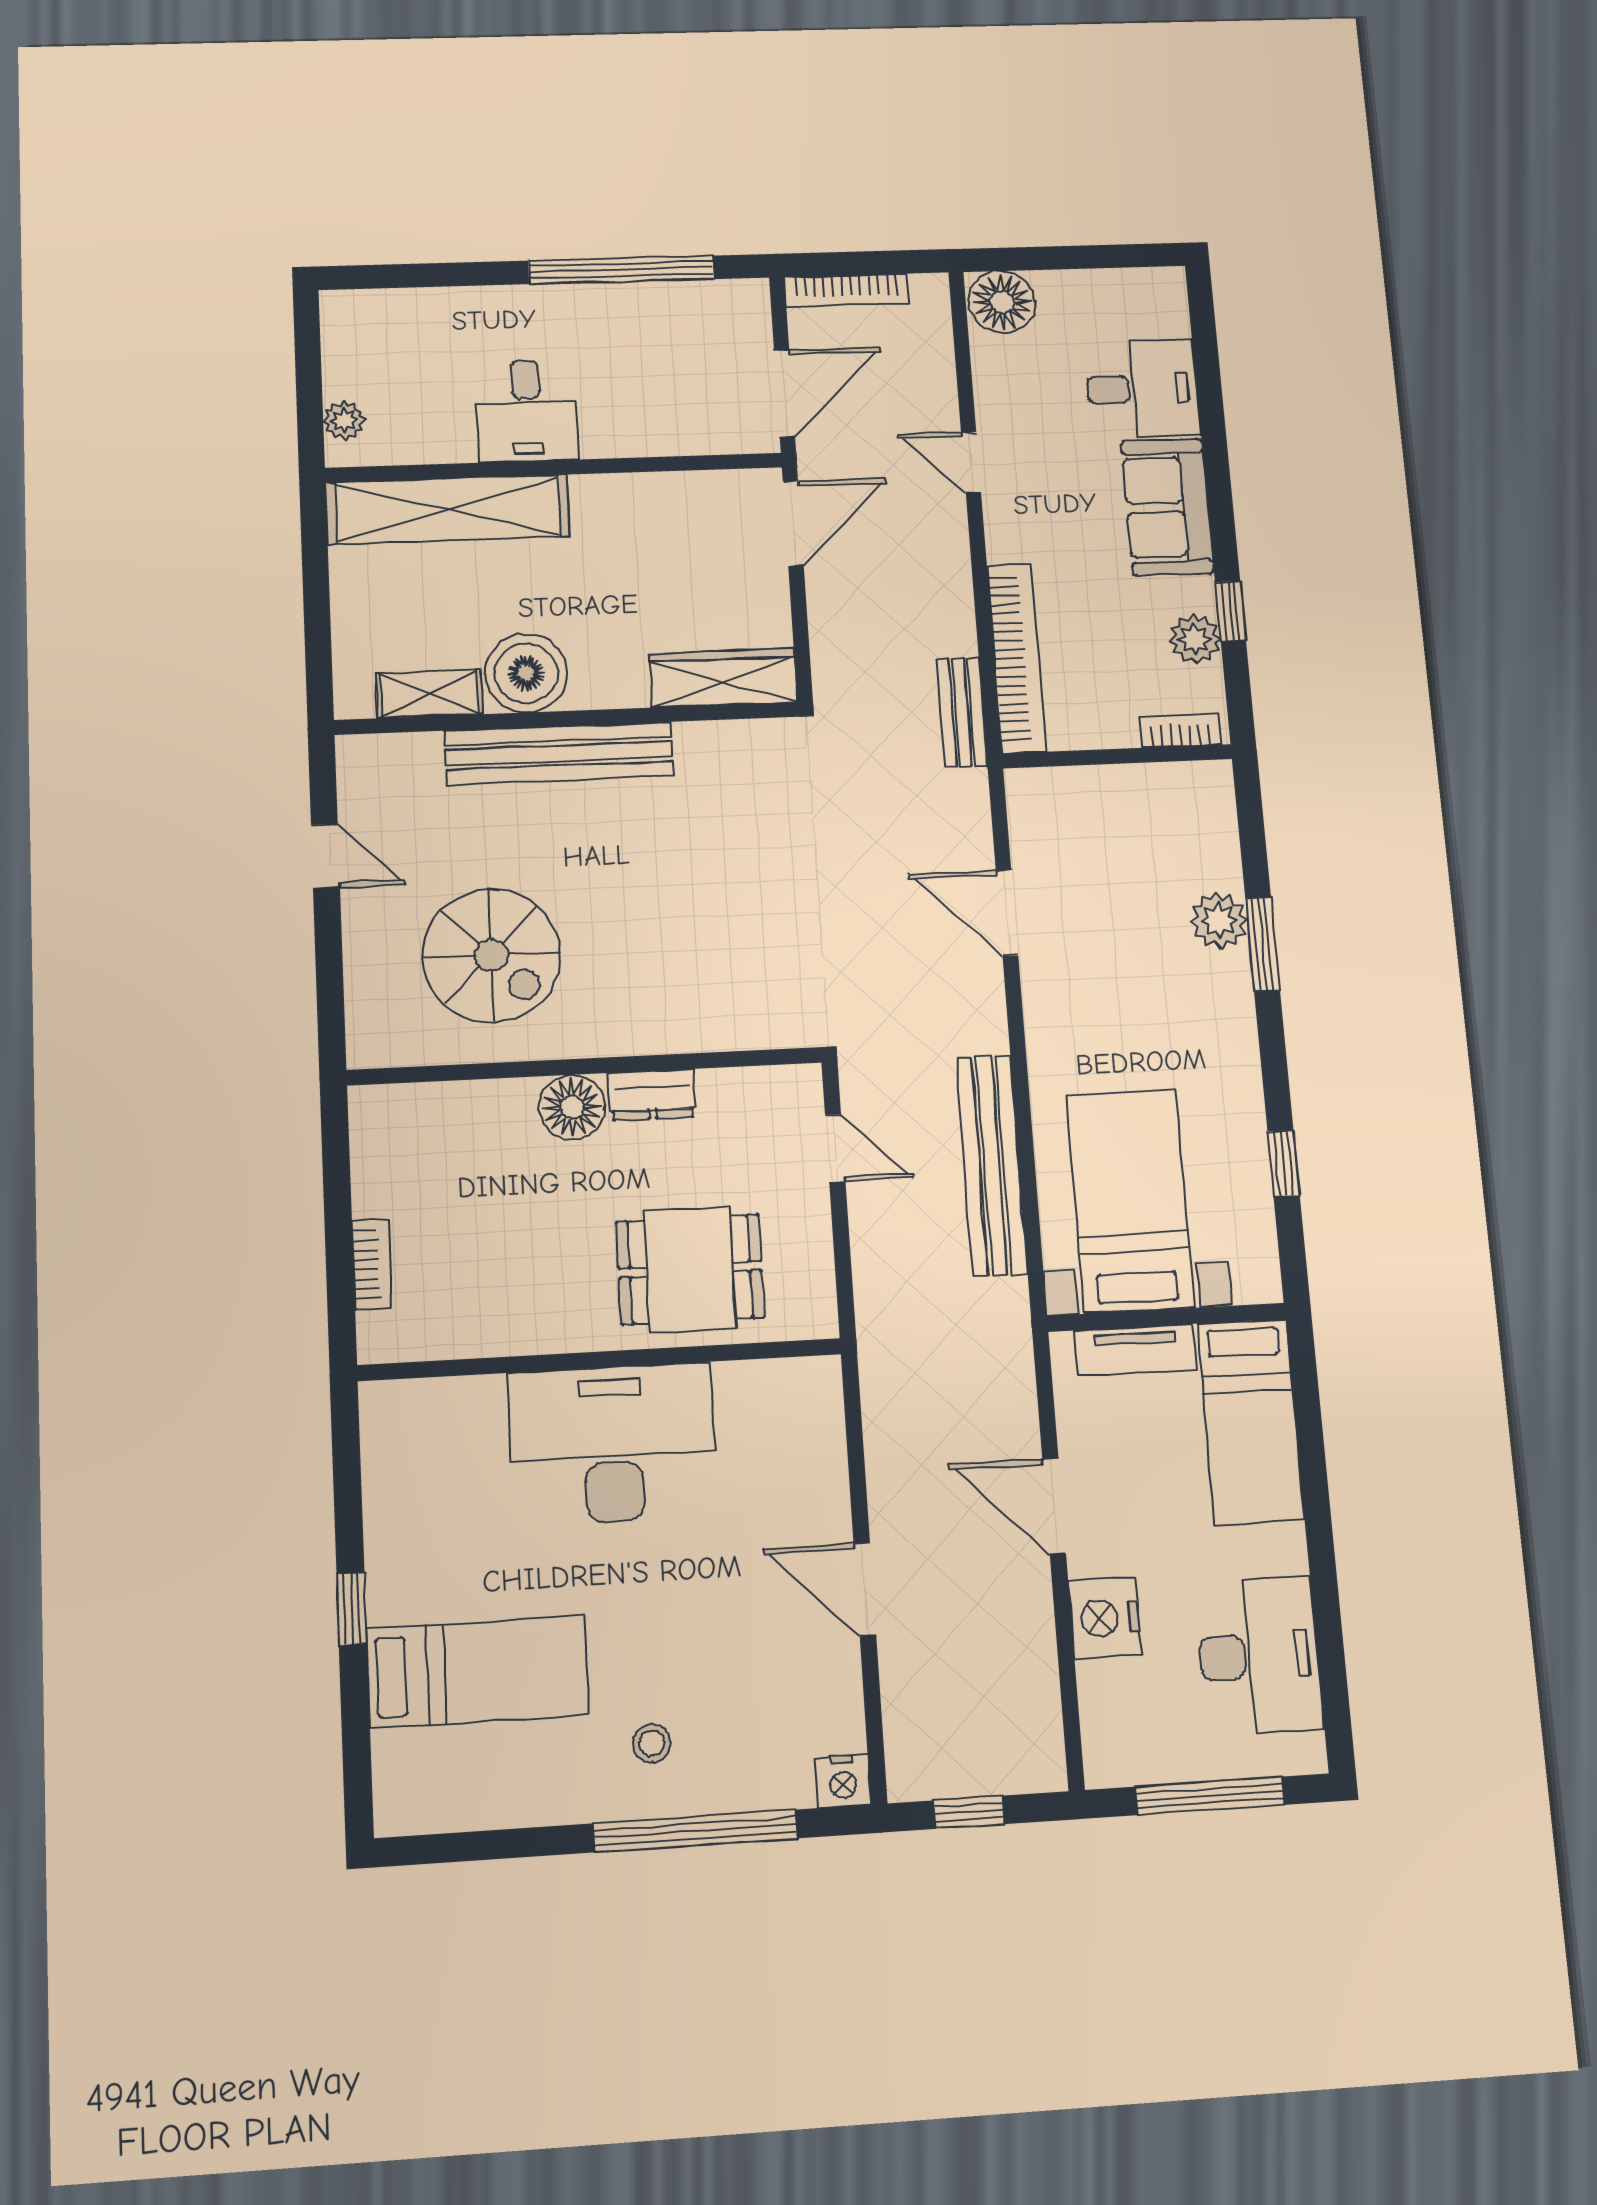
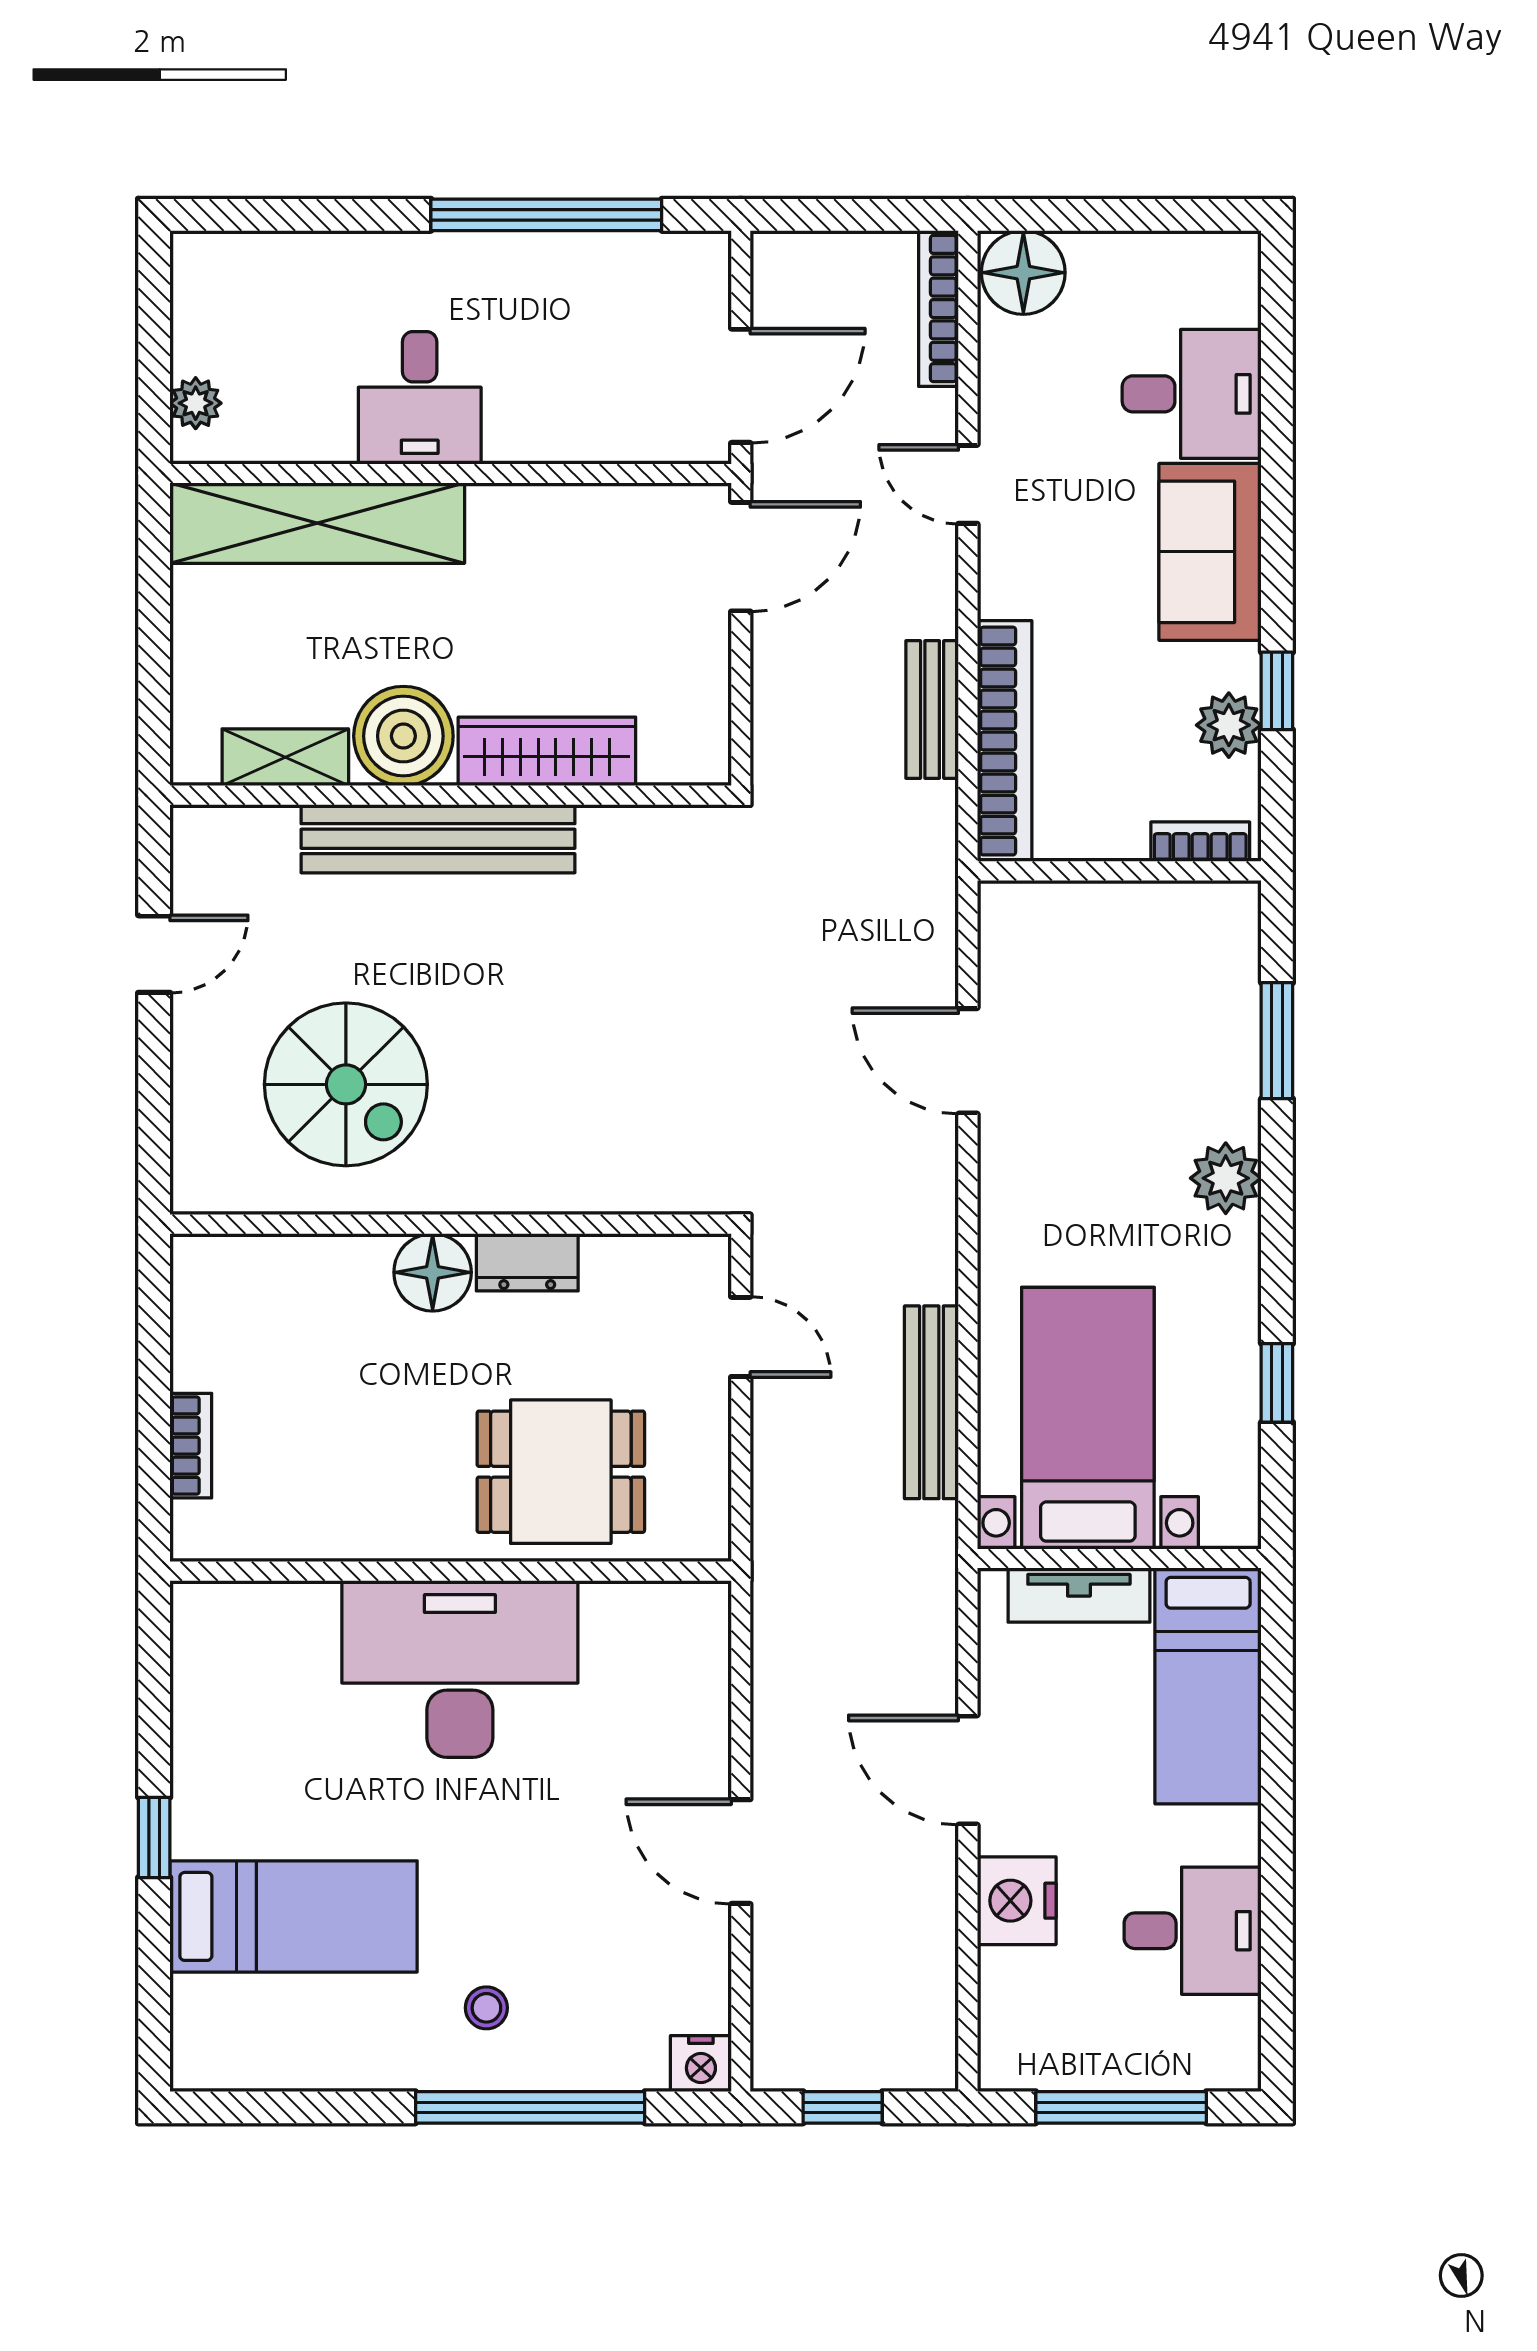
bookcase: (847, 290) -> (938, 309), moved, turned 90
wardrobe: (723, 678) -> (547, 751), moved
bench: (962, 712) -> (932, 710), moved
door: (325, 856) -> (154, 954), hinge flipped
plant: (1219, 920) -> (1226, 1178), moved
window: (1263, 944) -> (1277, 1041), moved
bench: (992, 1165) -> (931, 1402), width x0.73, depth x0.82
desk: (1259, 1656) -> (1193, 1931), width x0.73

